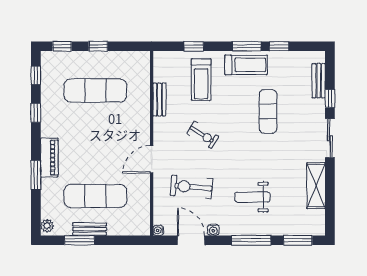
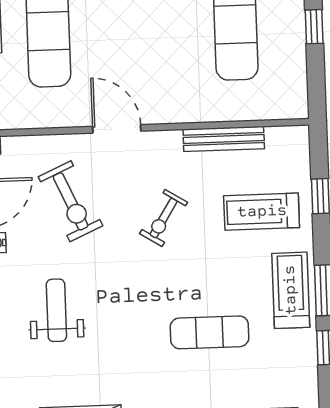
treadmill: (246, 65) -> (291, 290), turned 180
bench: (160, 99) -> (224, 139), width x1.36
exercise bike: (191, 187) -> (71, 201), turned 151

